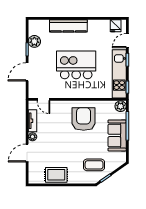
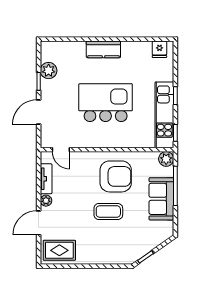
kitchen counter: (68, 26) -> (103, 49), width x0.67
door: (127, 41) -> (175, 69), removed
armchair: (84, 119) -> (116, 176), turned 90
coffee table: (94, 165) -> (108, 212), moved
rug: (56, 175) -> (59, 250), moved

